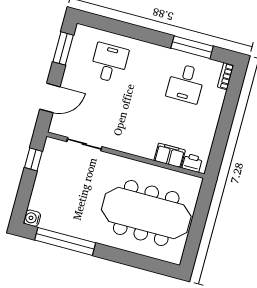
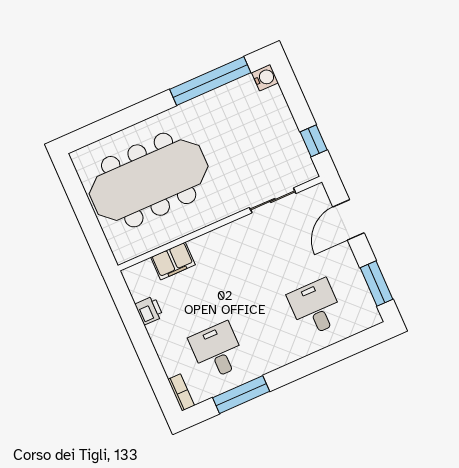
desk: (109, 63) -> (316, 307), turned 180
printer: (192, 163) -> (149, 310), moved, turned -90

